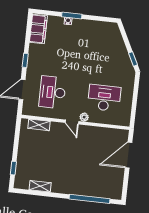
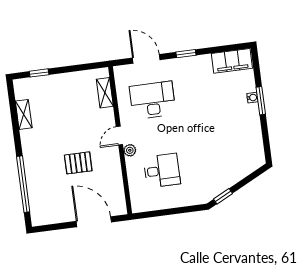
desk: (104, 98) -> (162, 171), width x0.73
pallet: (84, 156) -> (78, 163), added

